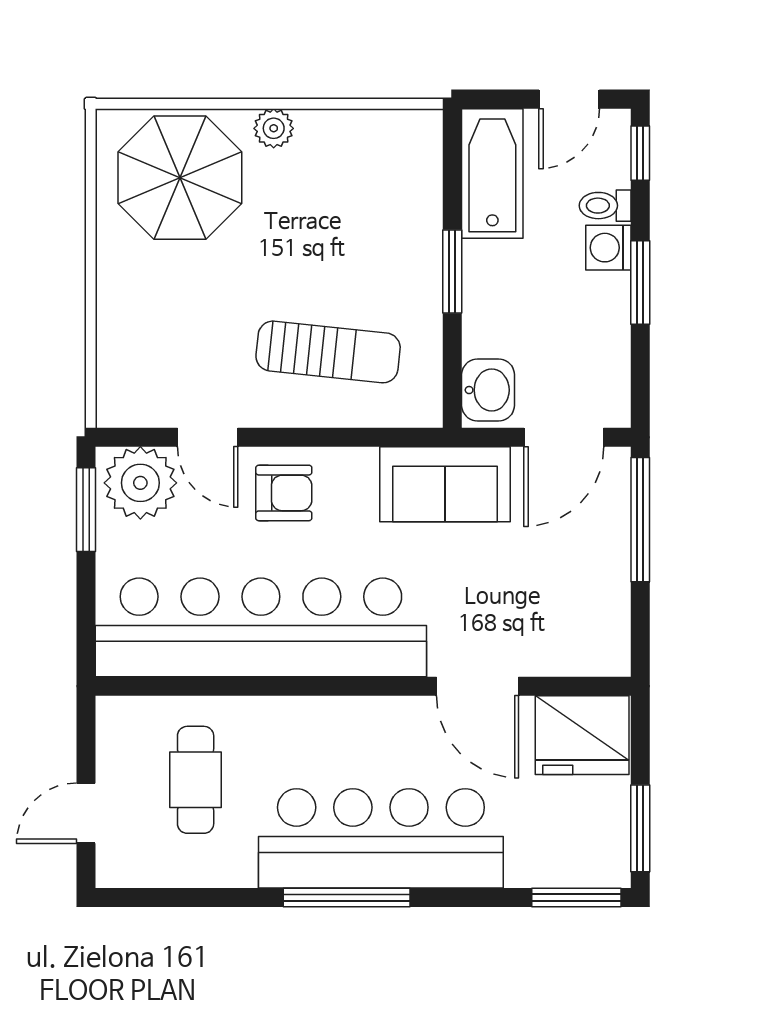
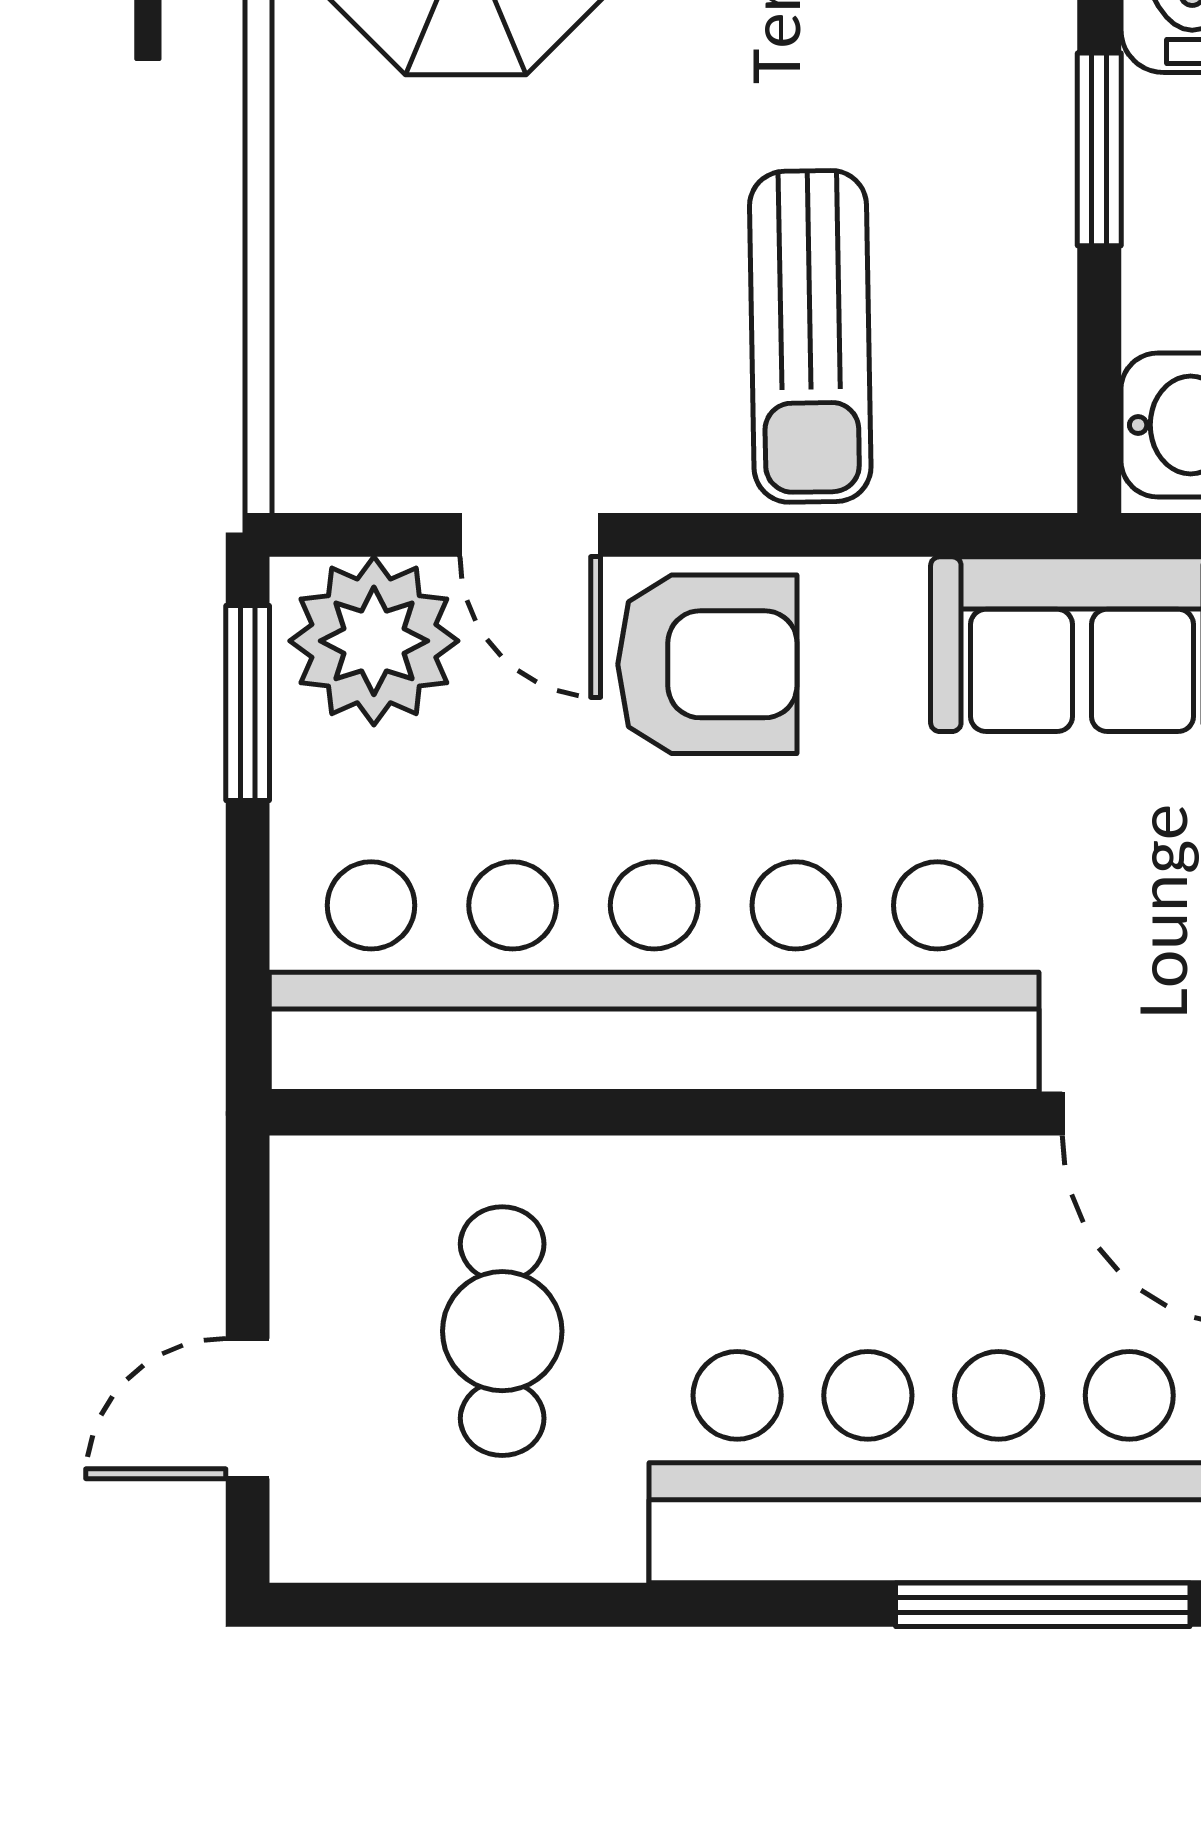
sun lounger: (328, 352) -> (810, 336), turned 83
armchair: (284, 493) -> (707, 664), width x1.38, depth x1.38
window: (347, 898) -> (1043, 1605), moved

